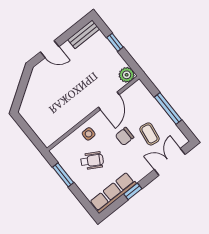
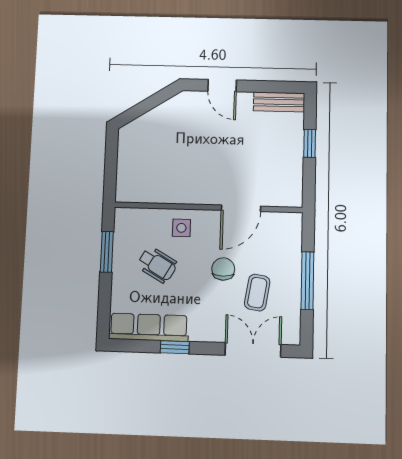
plant: (127, 75) -> (290, 195), removed
chair: (125, 136) -> (223, 269), turned 90

